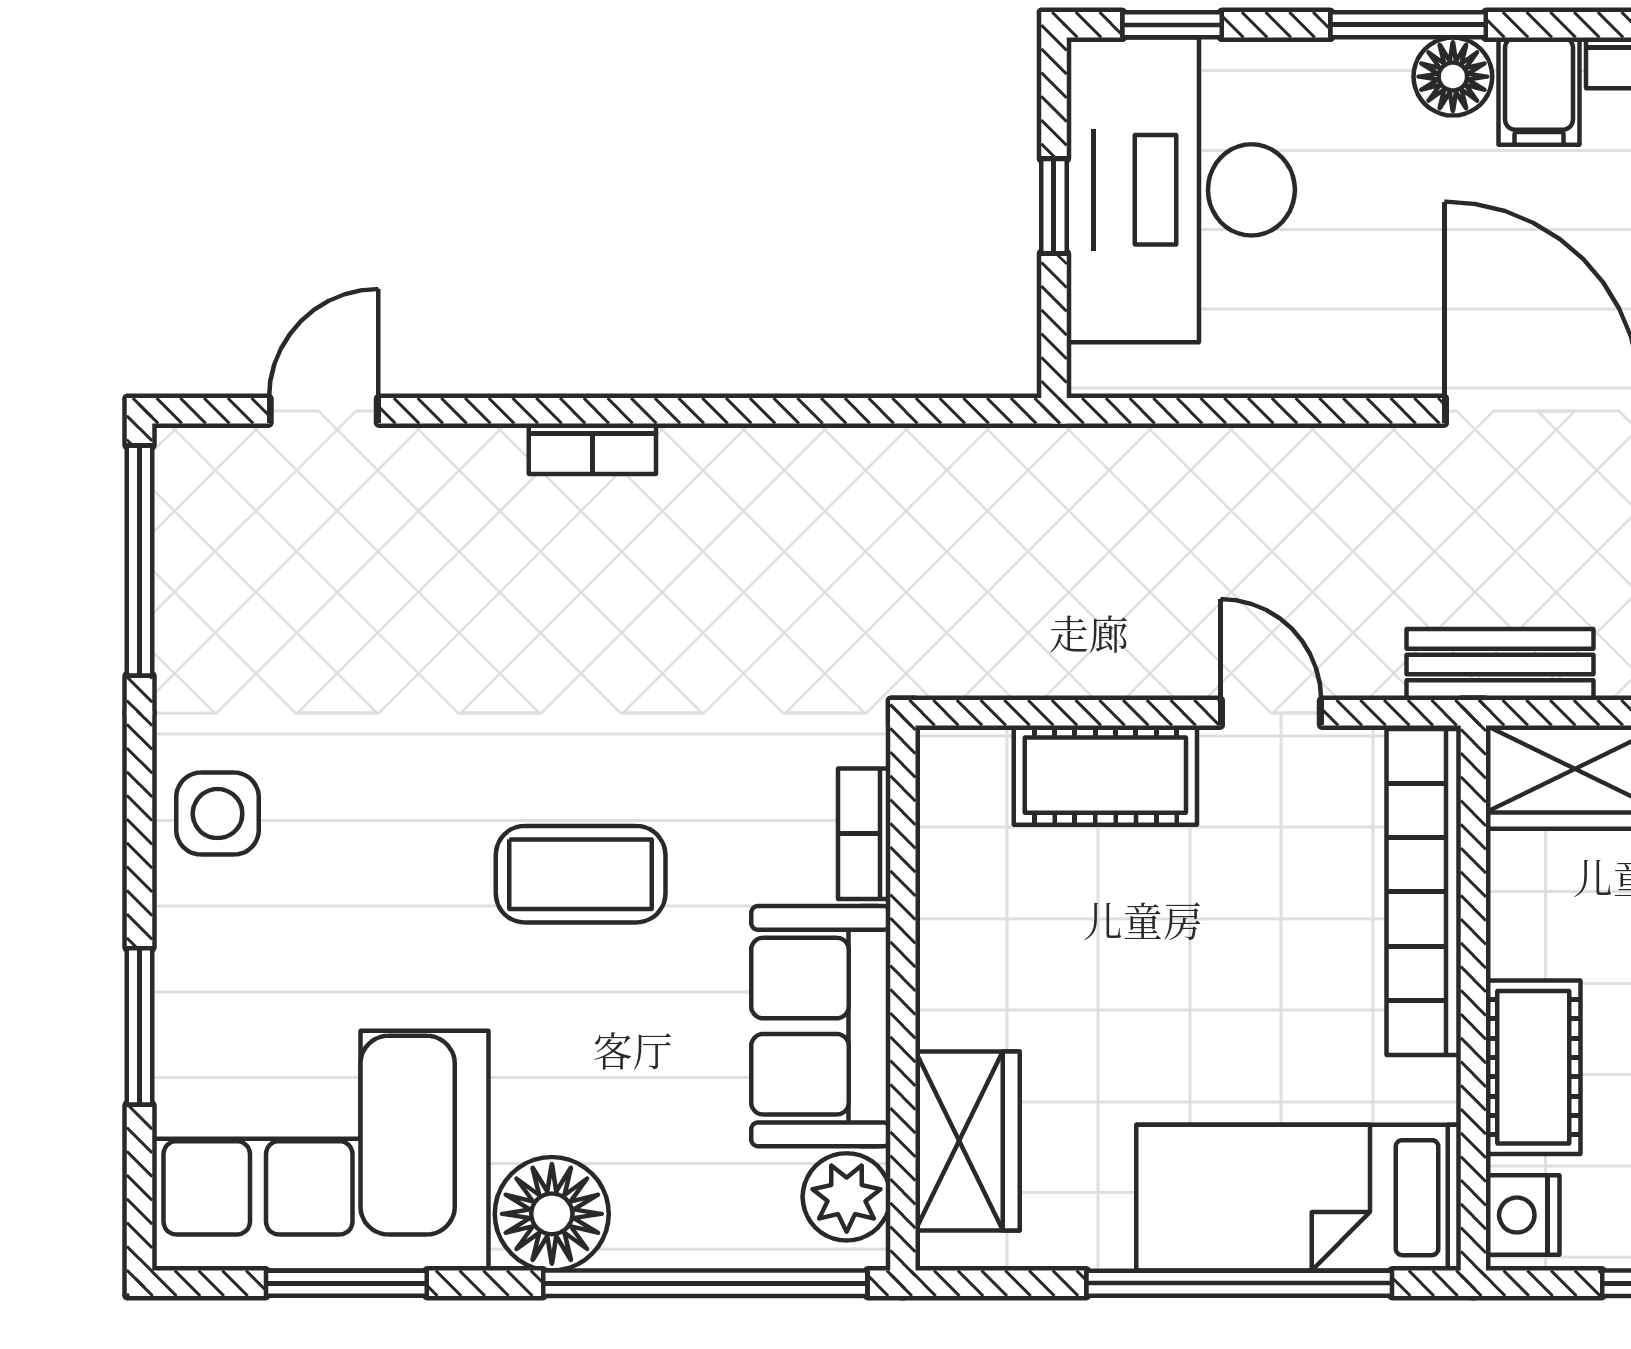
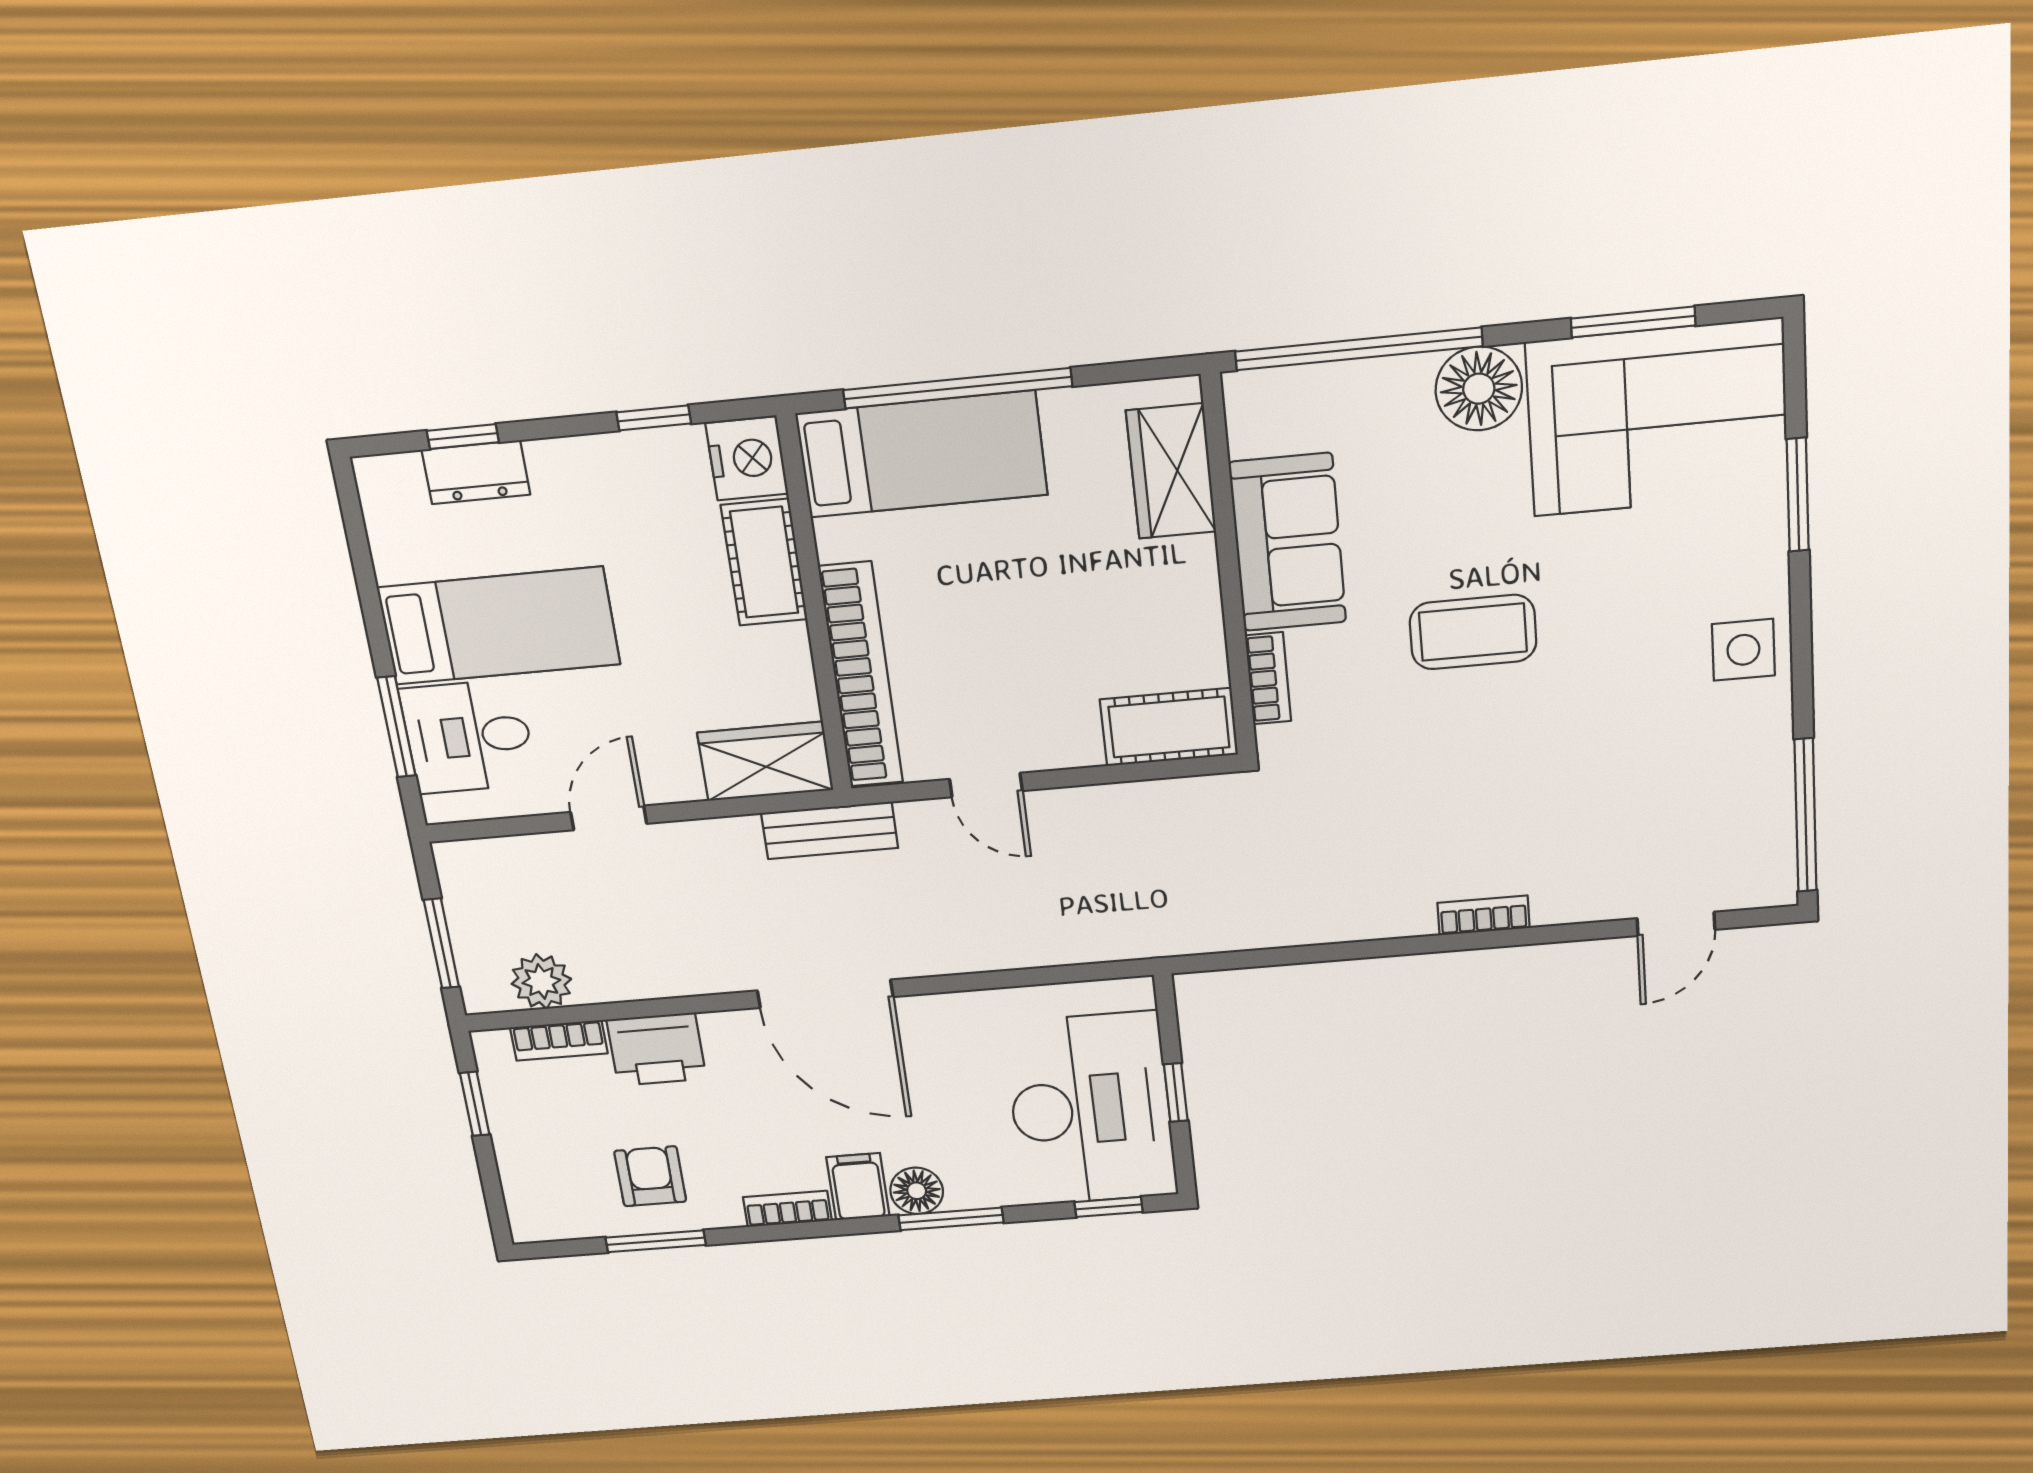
cot: (1105, 775) -> (1169, 727), moved
plant: (847, 1197) -> (1257, 422), removed
nightstand: (1523, 1215) -> (747, 458), width x1.36, depth x1.33

